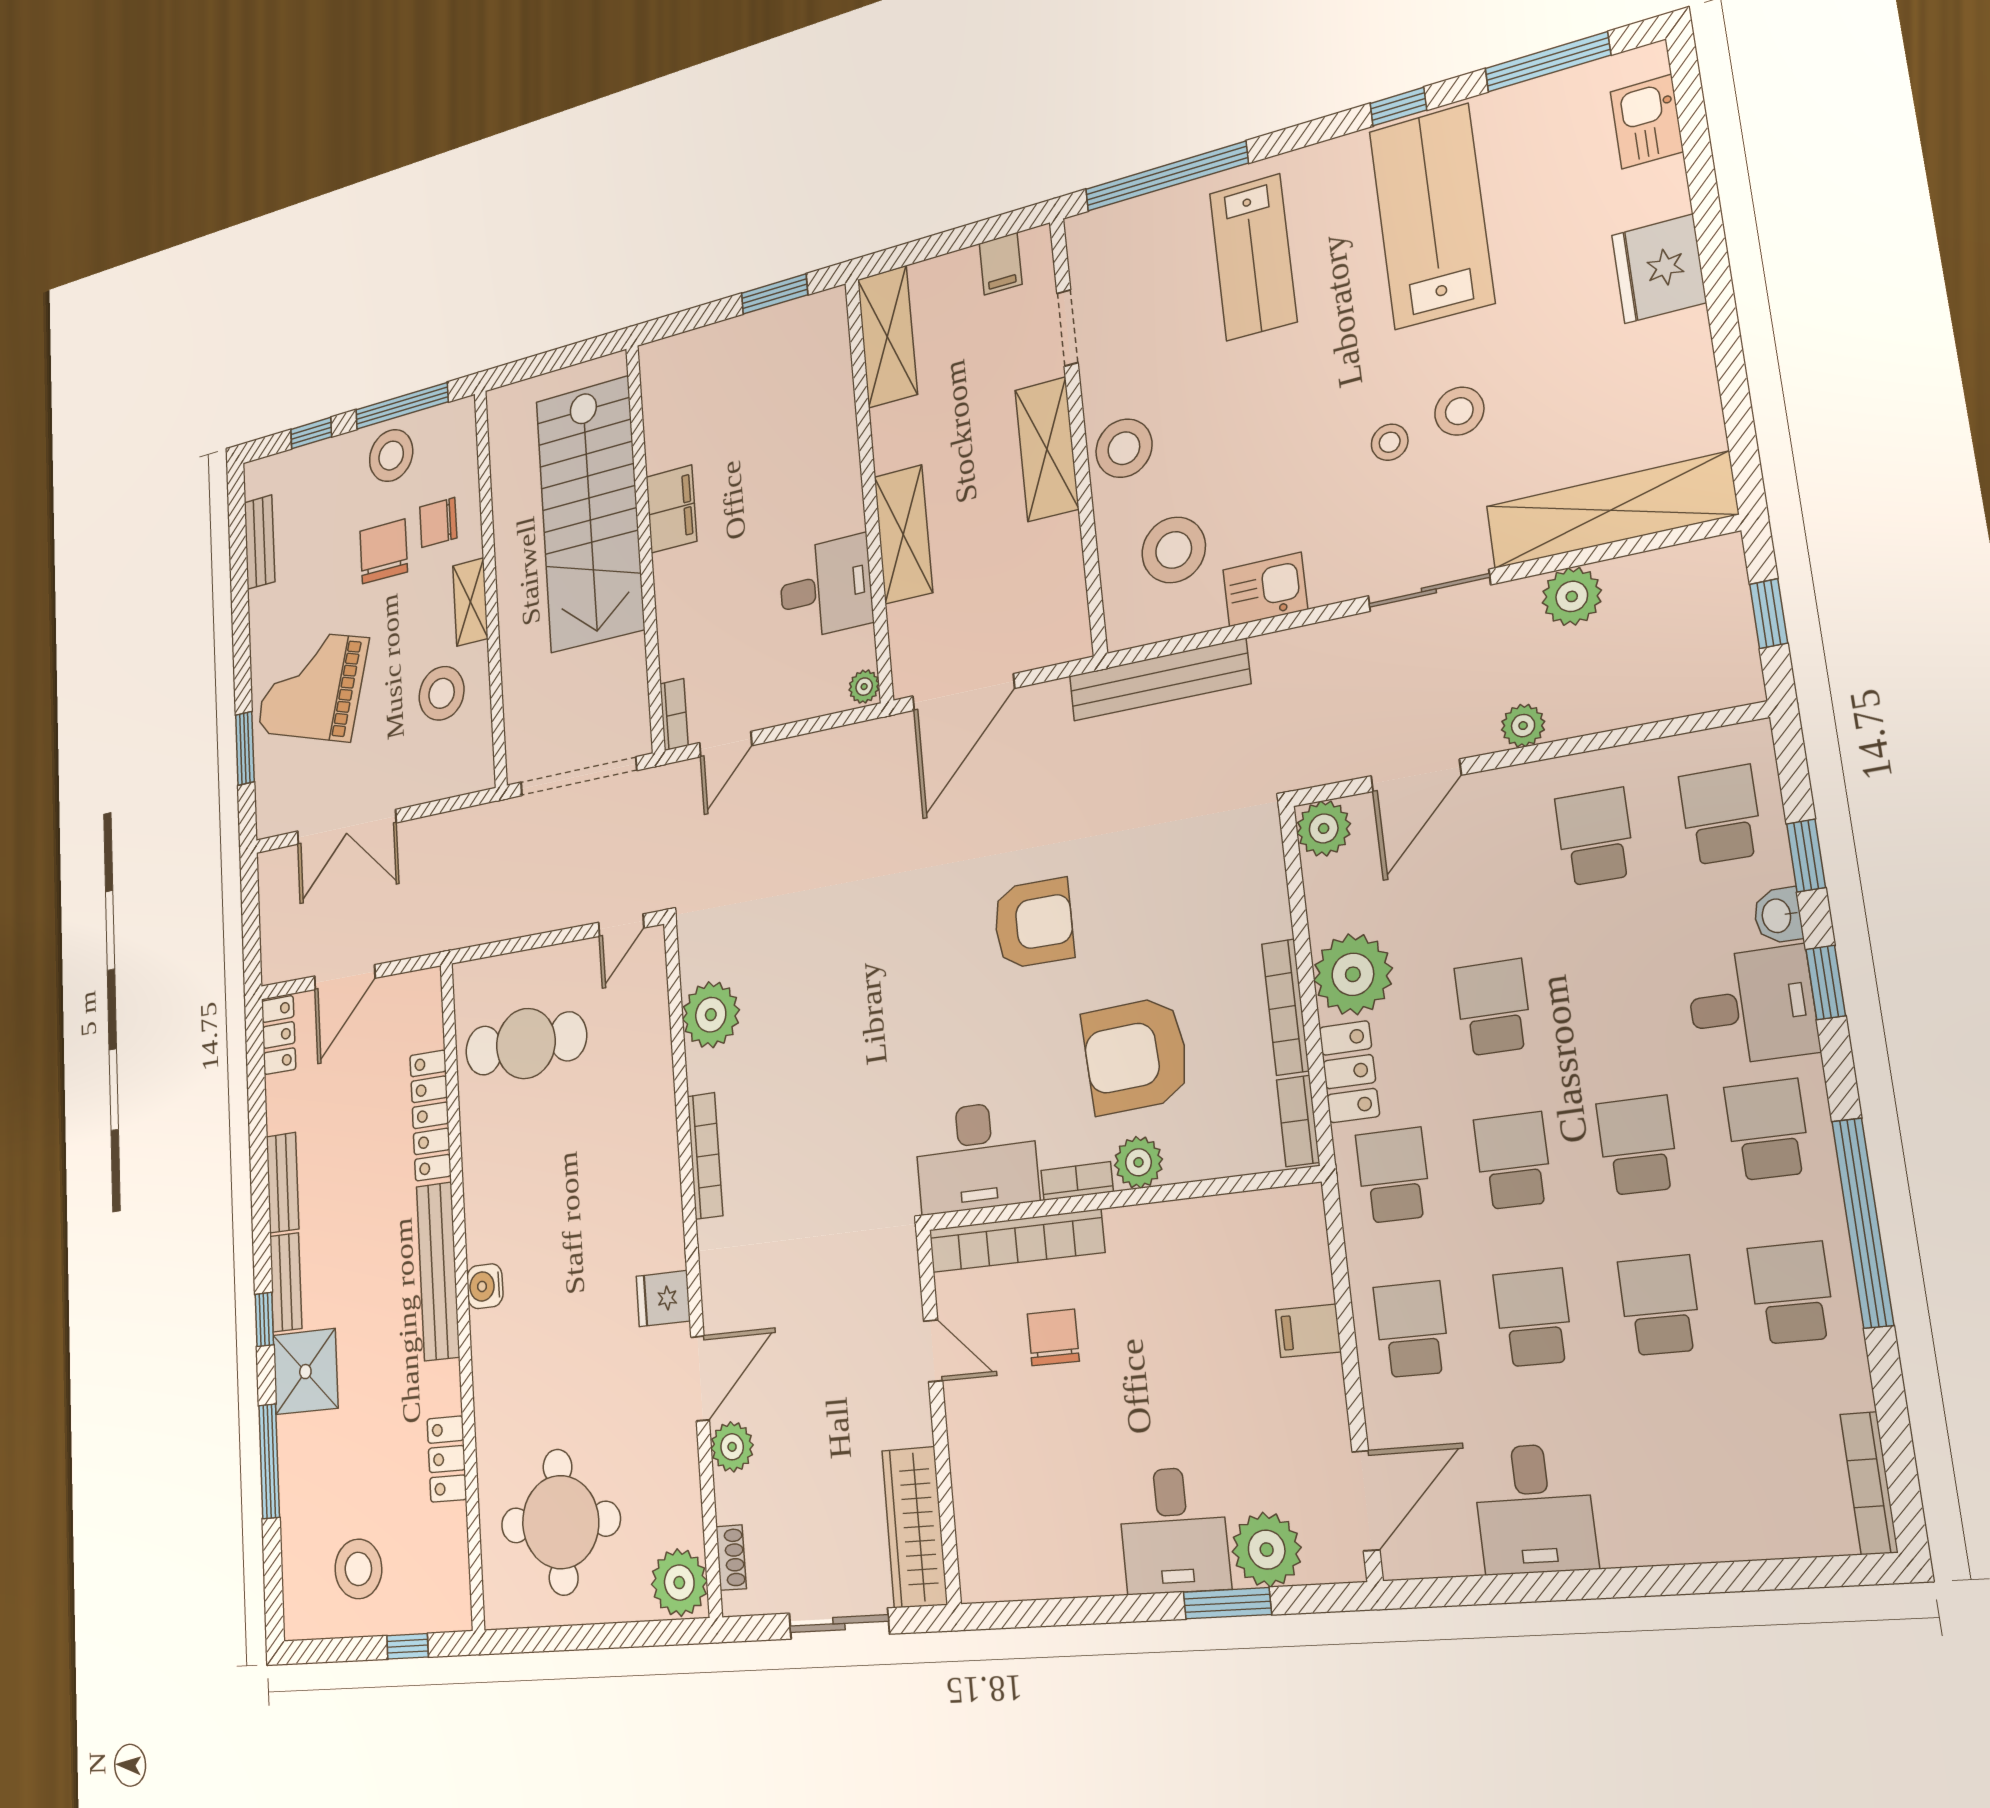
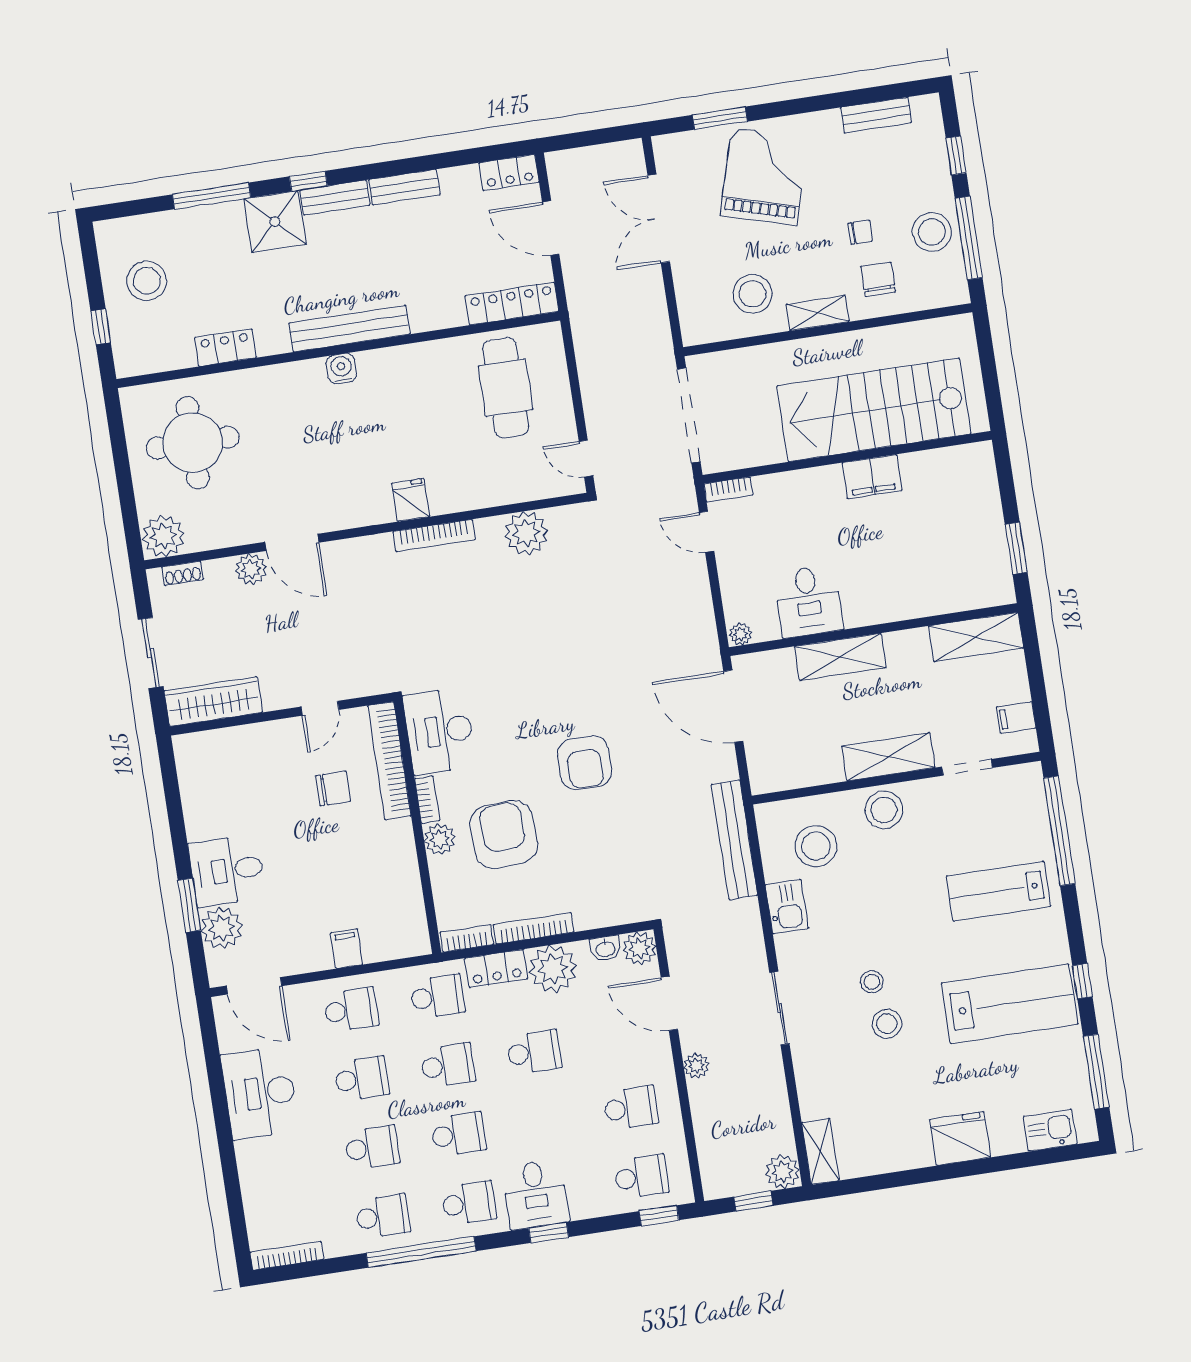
shelving: (1610, 510) -> (820, 1151), width x0.45, depth x0.75
chair: (384, 551) -> (860, 232), width x0.54, depth x0.54
plant: (1572, 596) -> (783, 1172), moved
window: (1806, 856) -> (659, 1216), moved
washbasin: (1778, 916) -> (605, 949), moved, turned 180
locker: (430, 1115) -> (512, 304), moved
fridge: (663, 1299) -> (411, 500), moved
desk: (1534, 1509) -> (260, 1093), width x1.37

